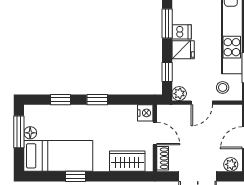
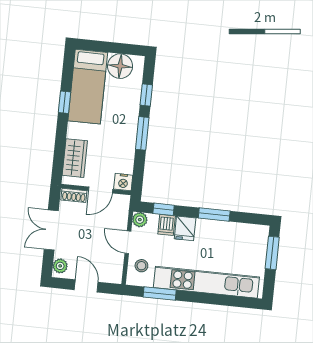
dishwasher: (182, 32) -> (167, 225), moved
window: (97, 100) -> (142, 133), width x1.50
window: (19, 132) -> (117, 48), removed
floor lamp: (30, 133) -> (120, 66), width x1.89, depth x1.89

